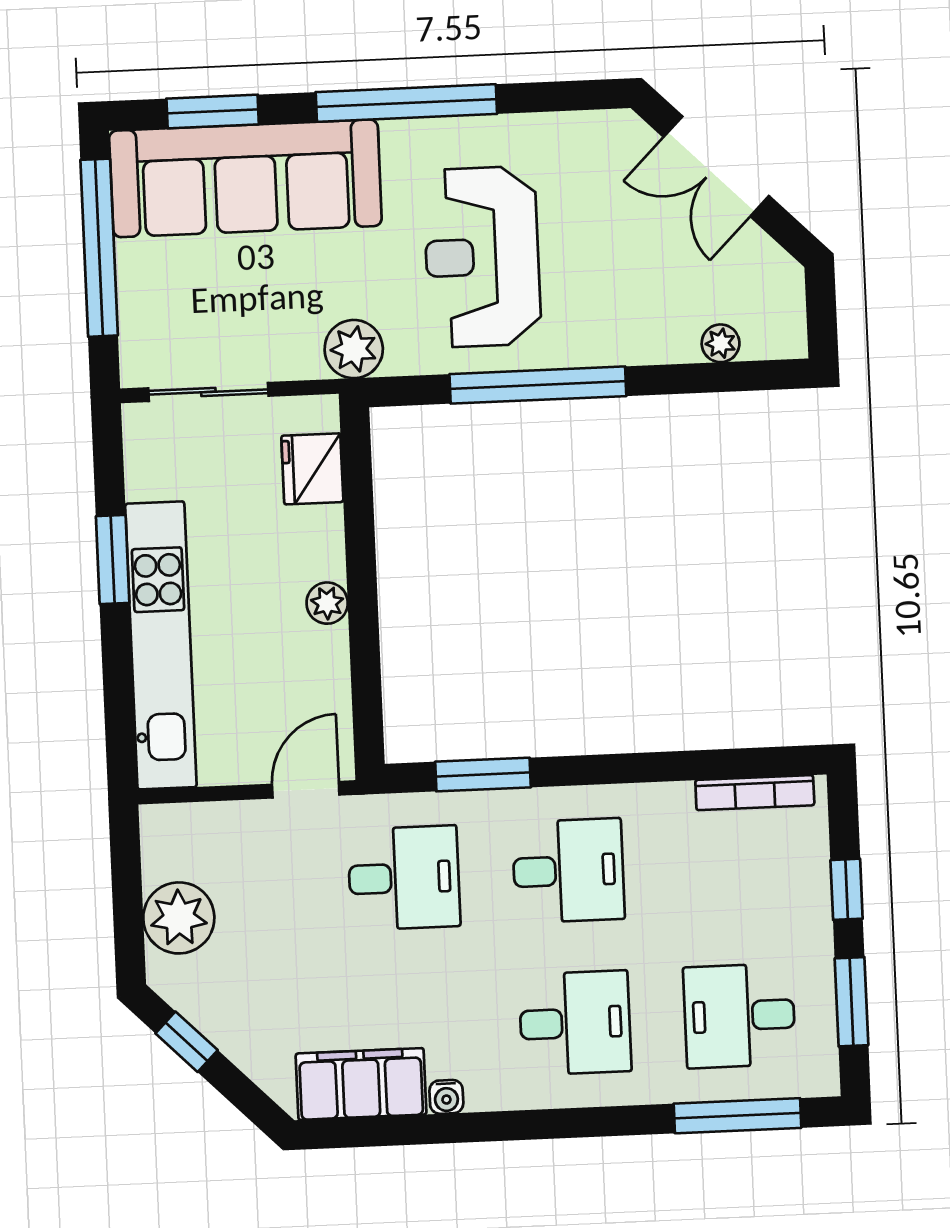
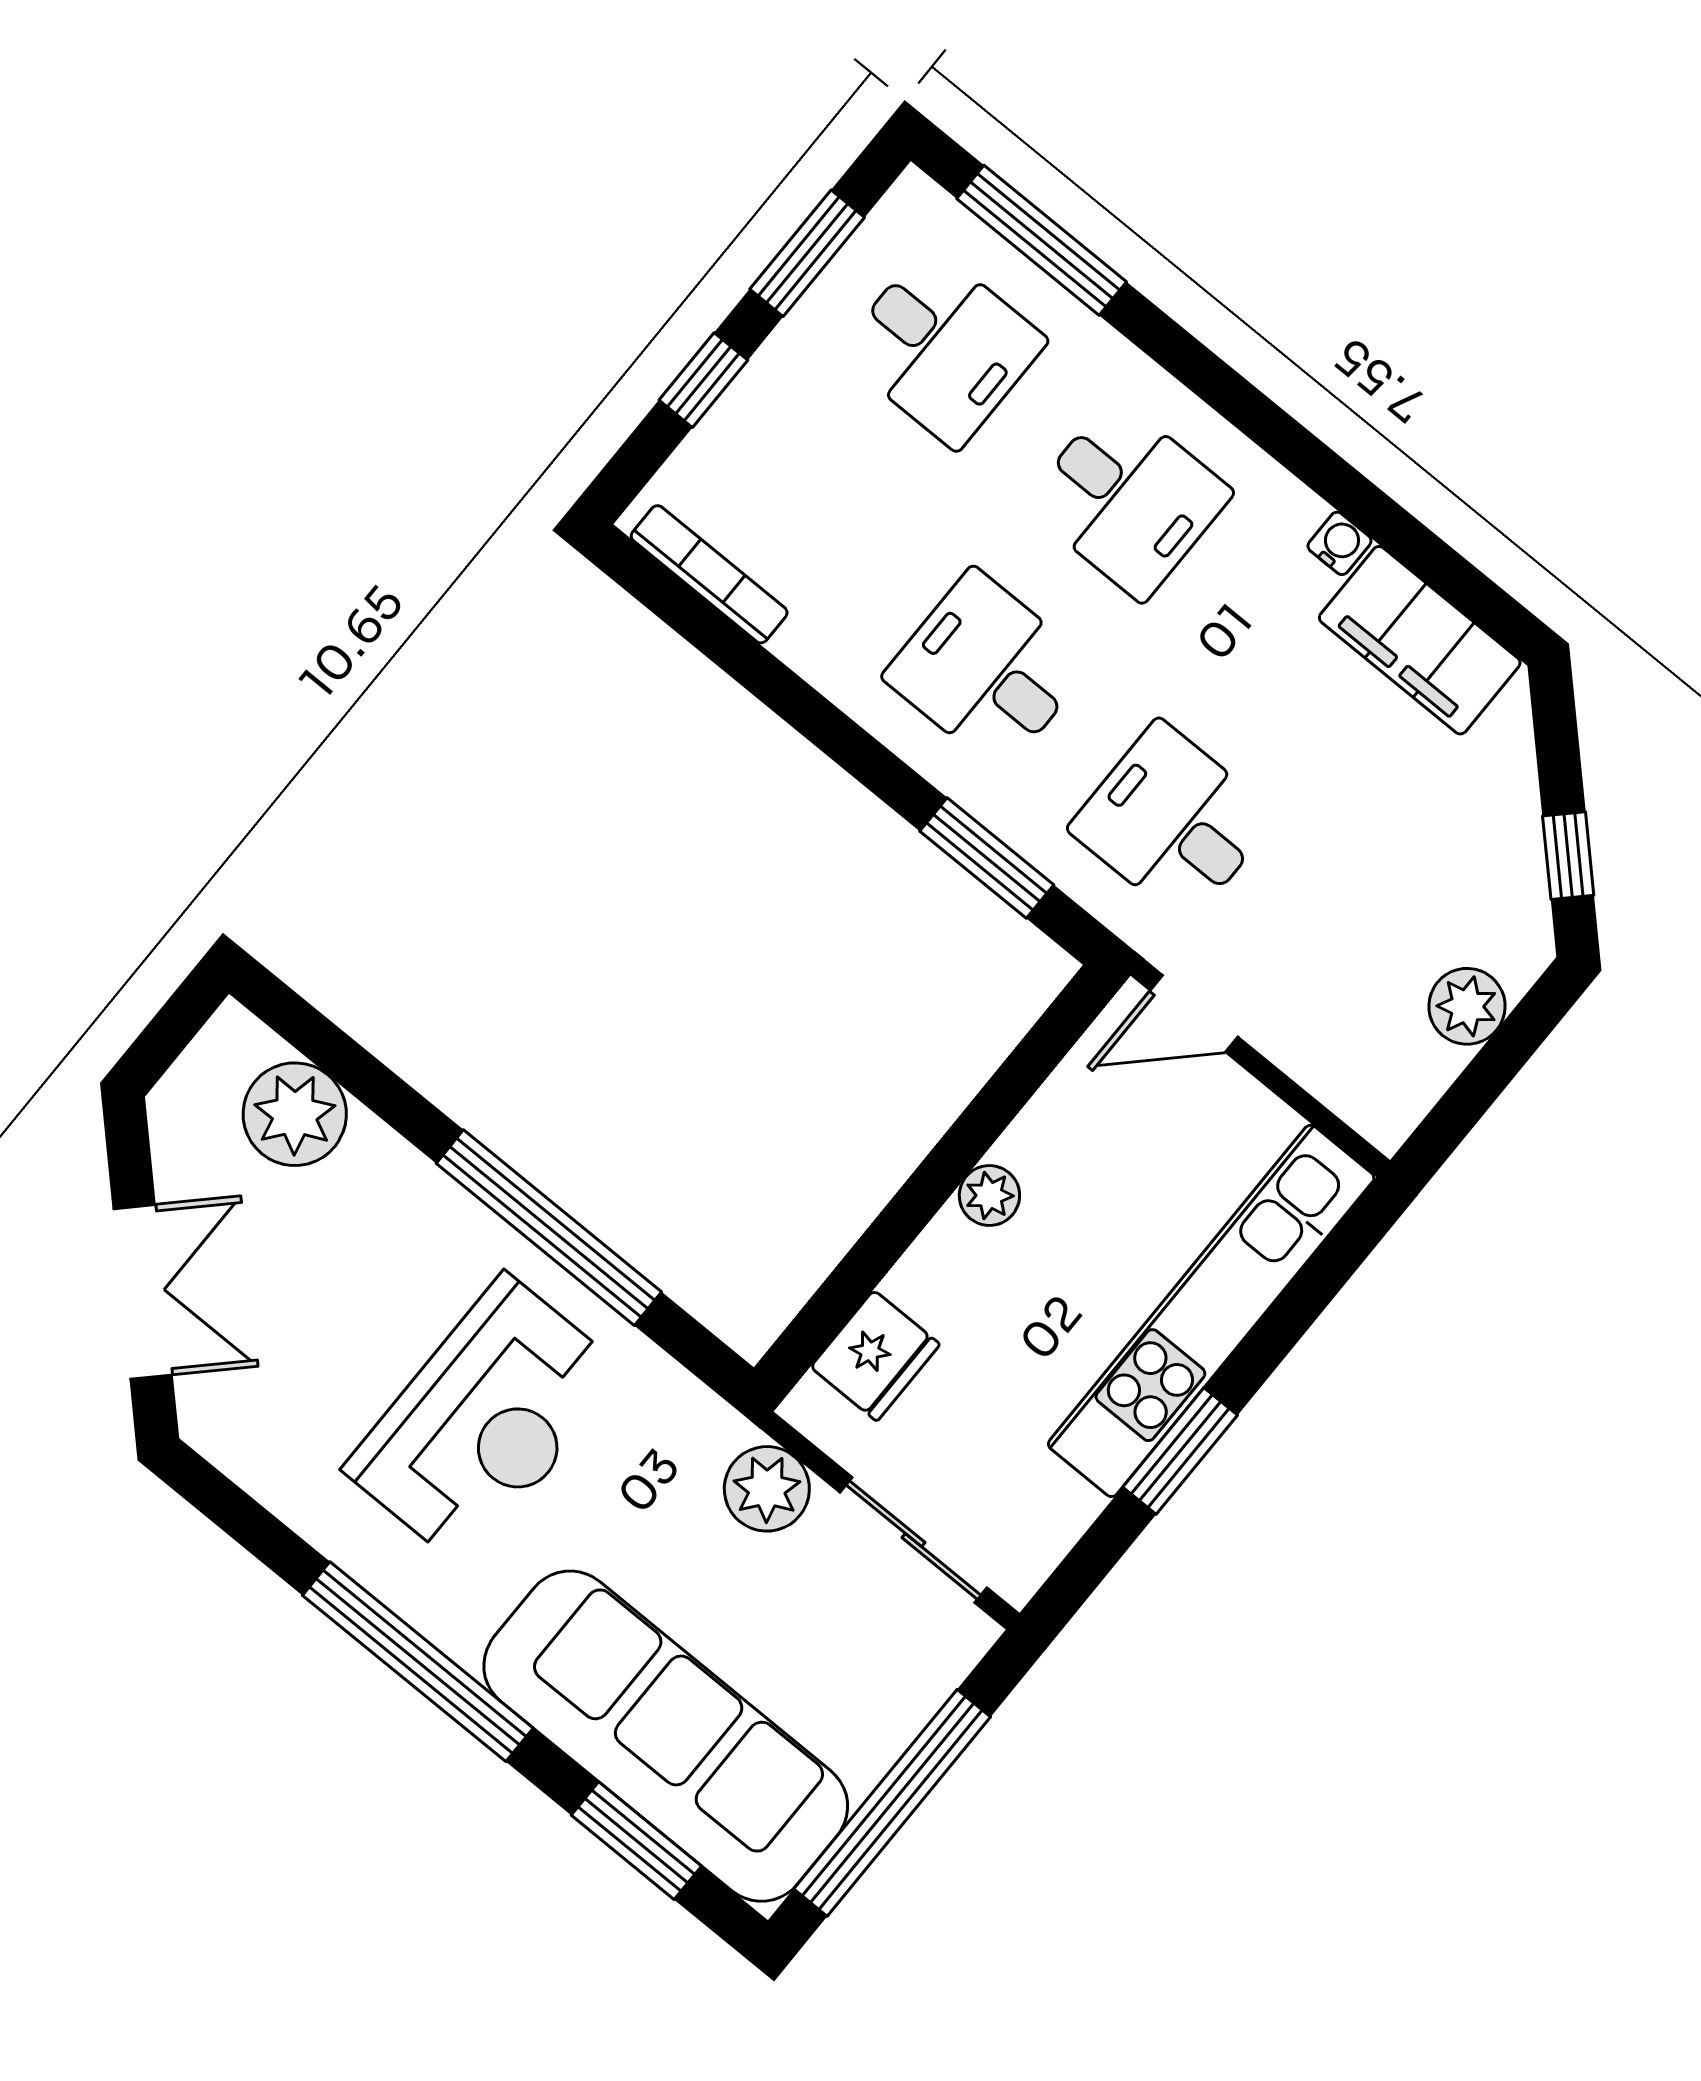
plant: (721, 343) -> (295, 1114), width x1.87, depth x1.87
plant: (354, 349) -> (767, 1489), moved
plant: (179, 918) -> (1467, 1006), width x0.73, depth x0.73
desk: (575, 1023) -> (1128, 499), turned 180

